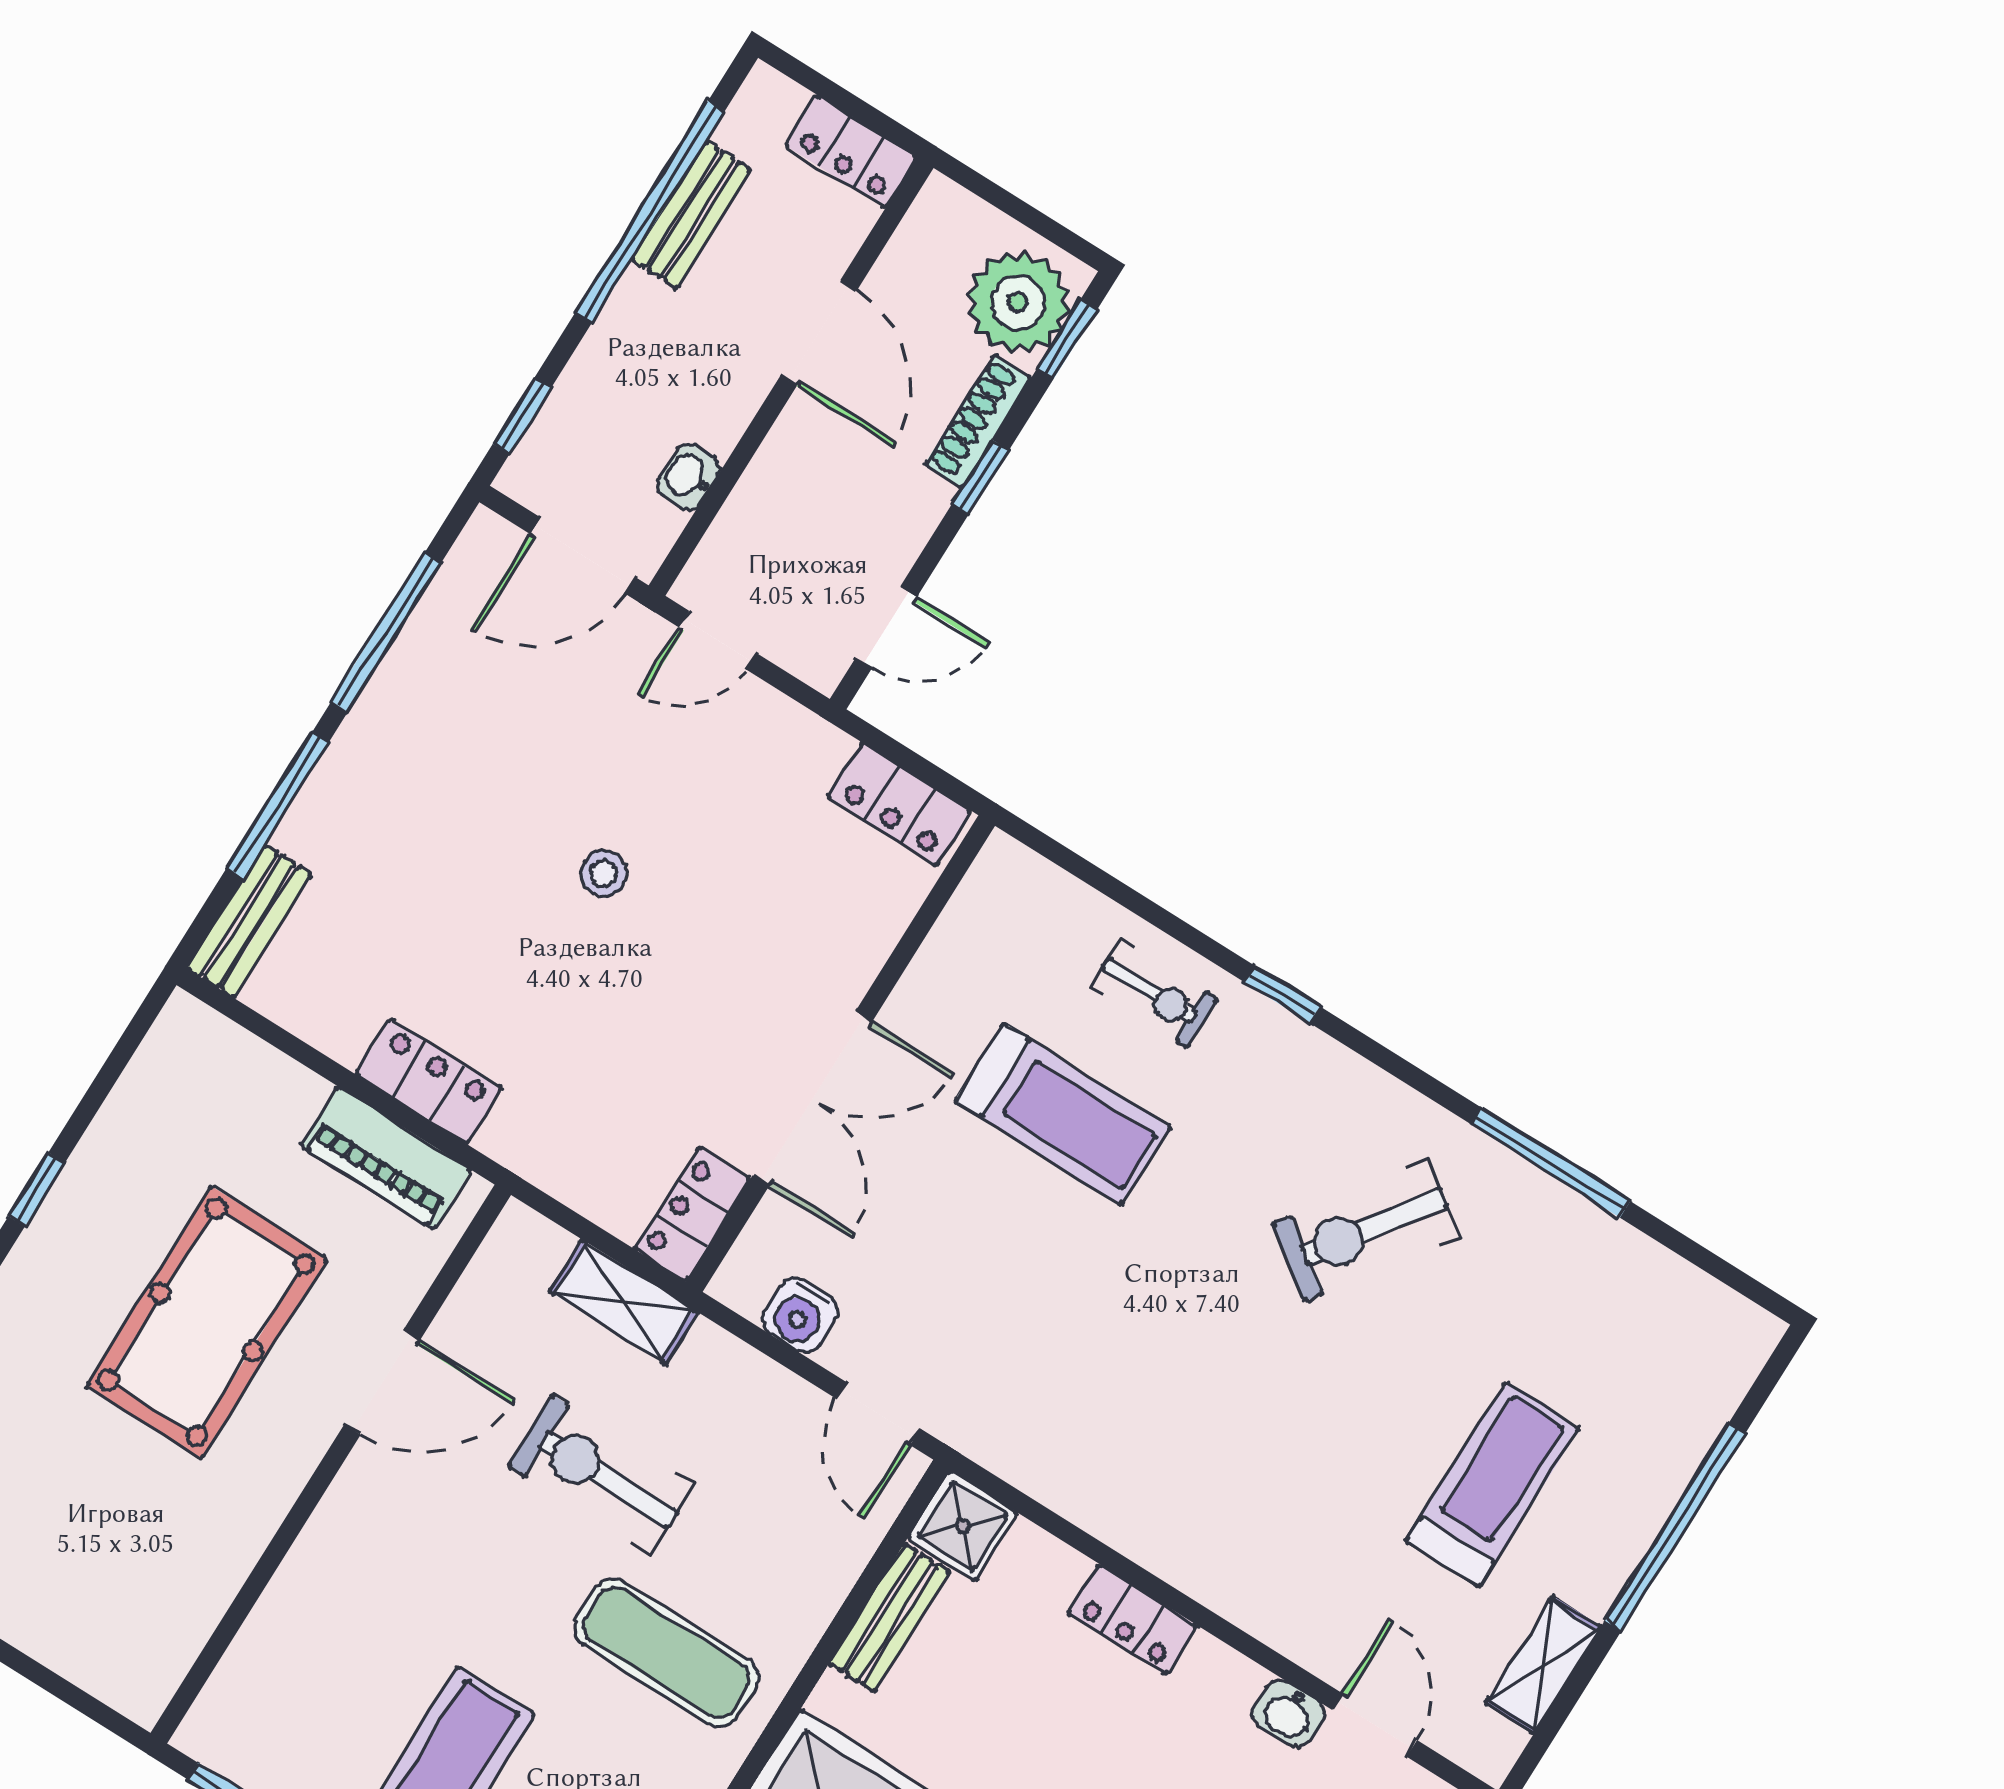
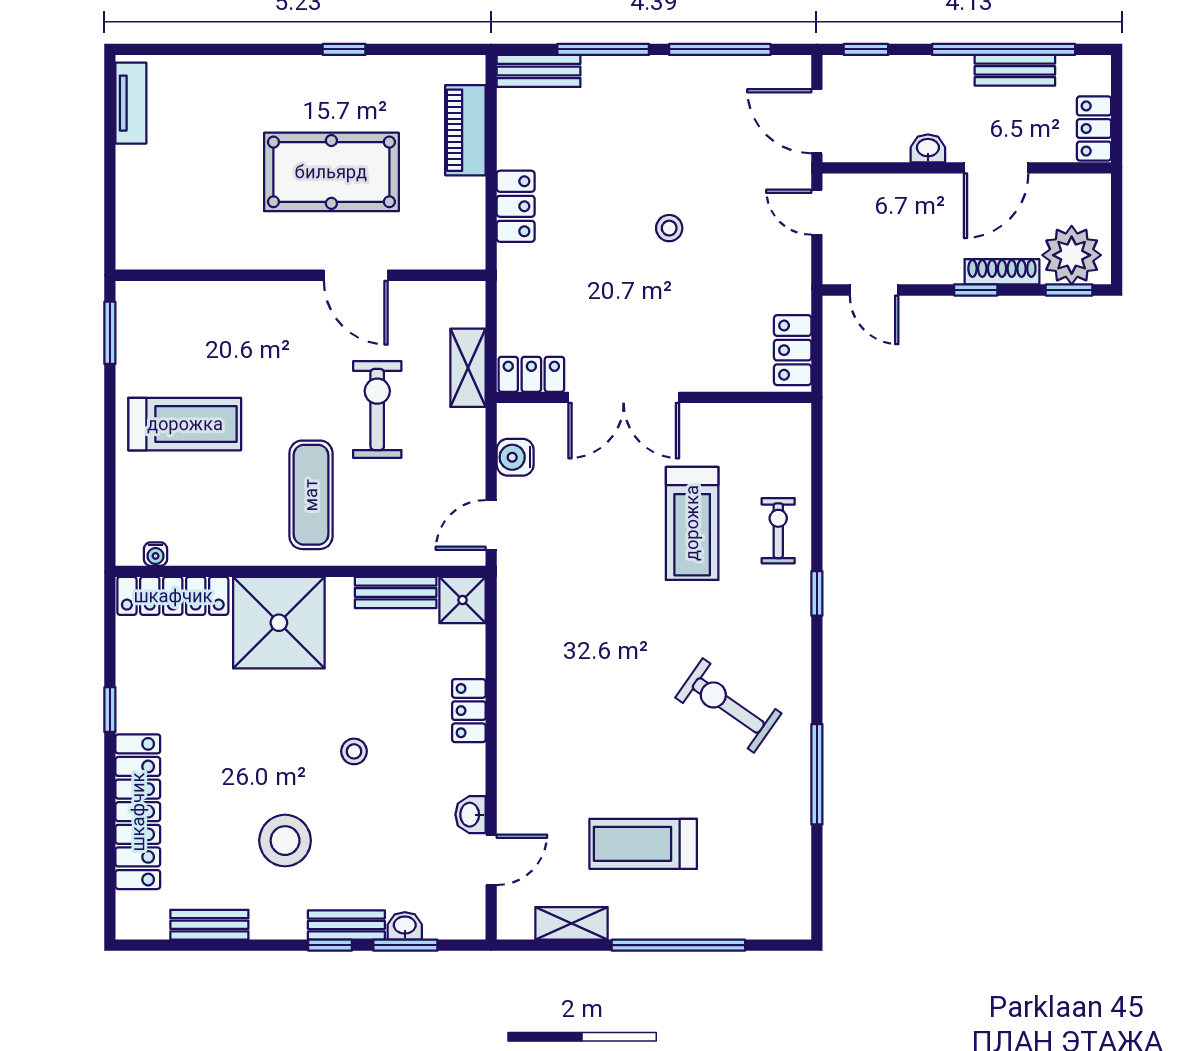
washbasin: (688, 476) -> (928, 148), moved
exercise bike: (1154, 993) -> (778, 531), turned 180
piano: (386, 1158) -> (465, 130), moved
treadmill: (1492, 1485) -> (643, 844), turned 180

